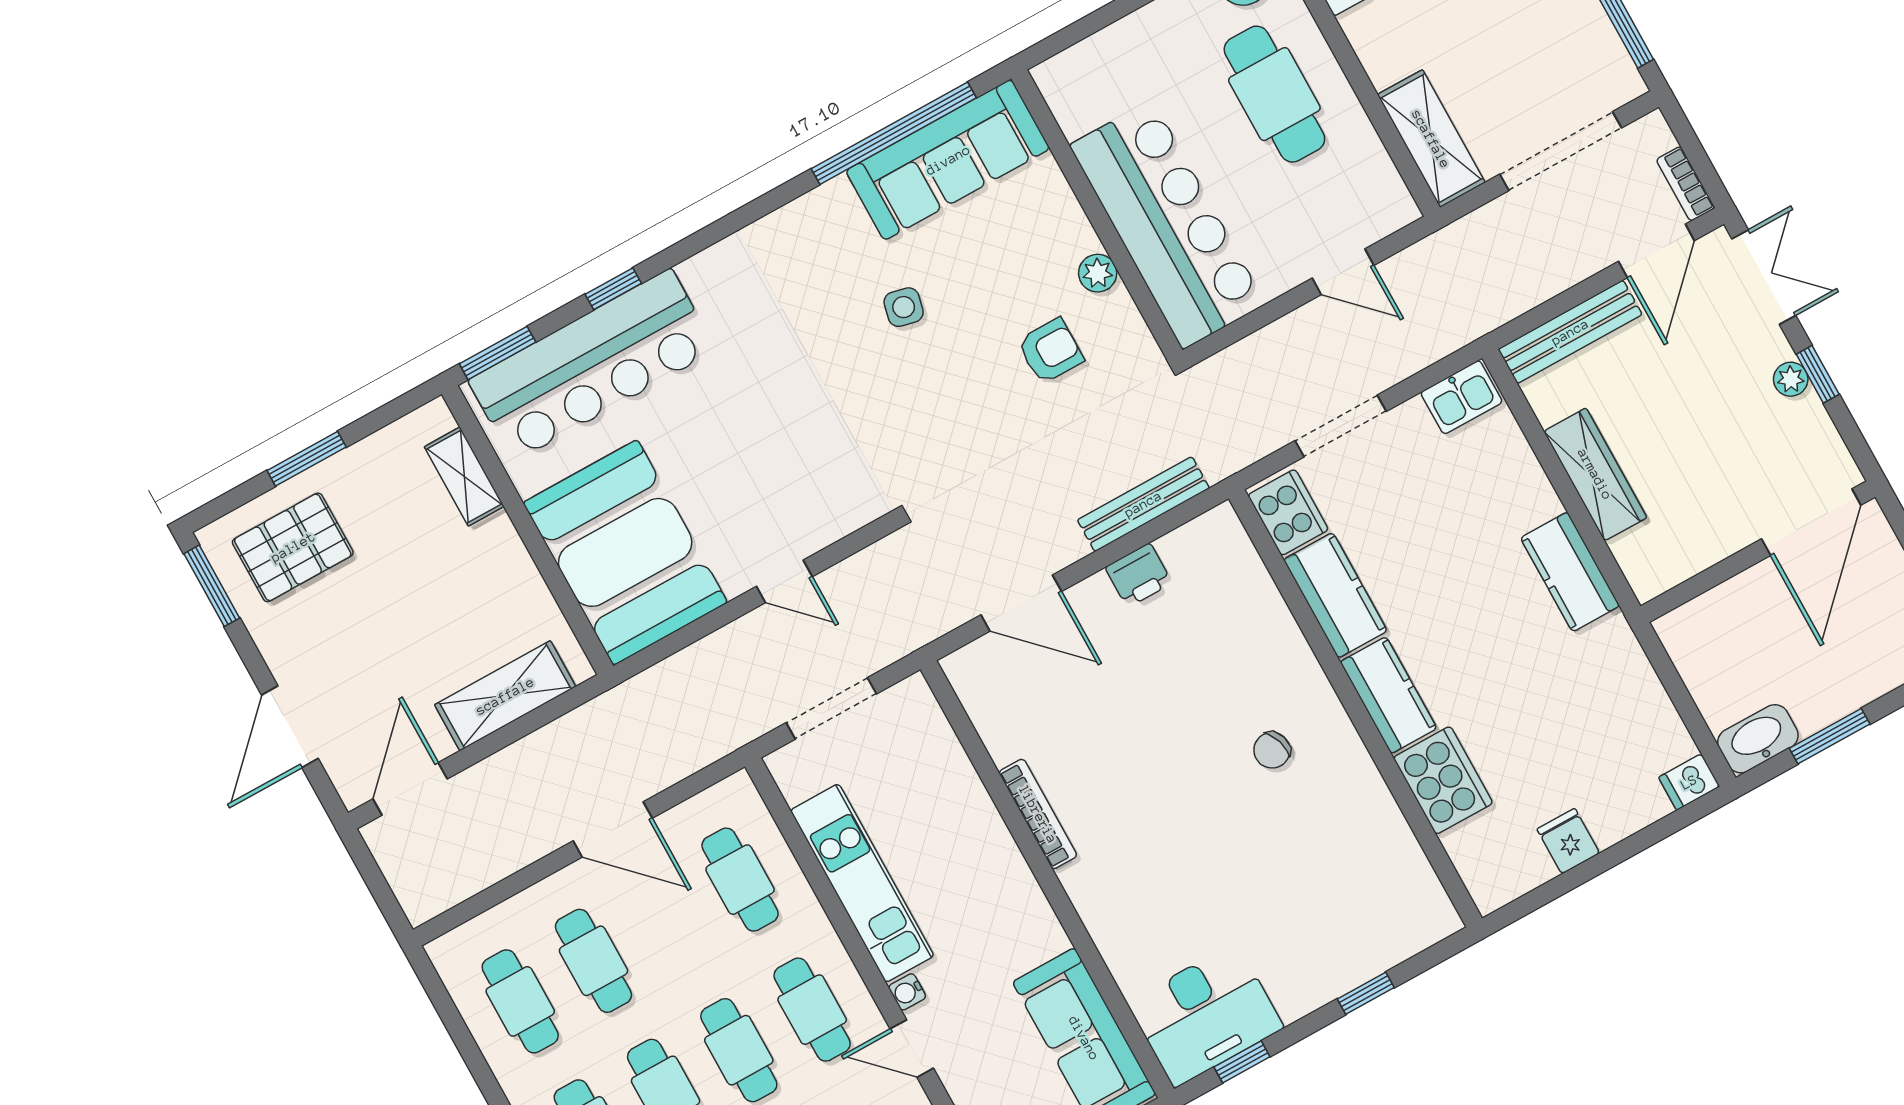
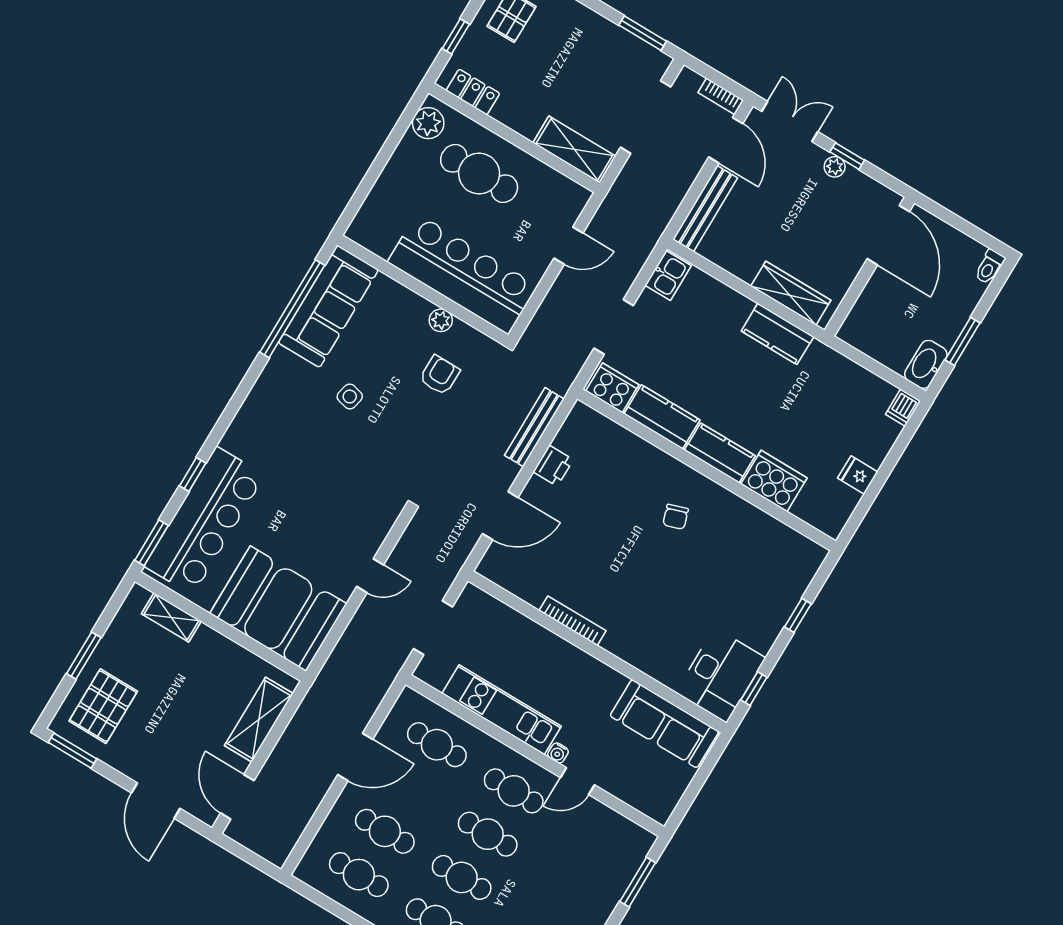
wardrobe: (1595, 474) -> (791, 293), moved

